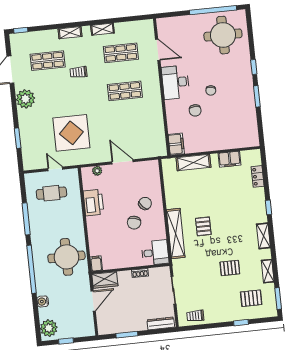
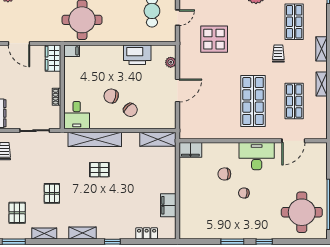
shop shelf: (125, 91) -> (253, 101), width x1.43, depth x1.36
display table: (71, 133) -> (214, 39), width x0.73, depth x0.73
shelving: (193, 163) -> (158, 139), moved, turned 90
door: (93, 301) -> (19, 43), moved

